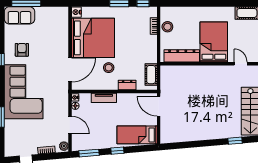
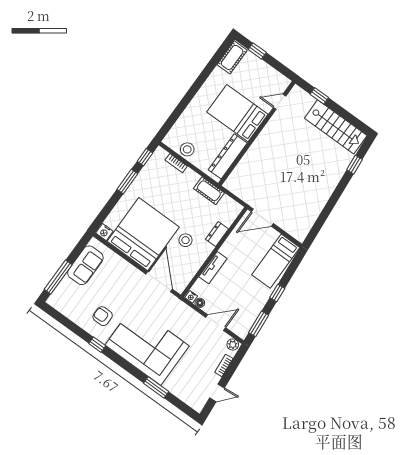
sofa: (19, 15) -> (85, 265), moved
cot: (151, 75) -> (209, 191), moved

